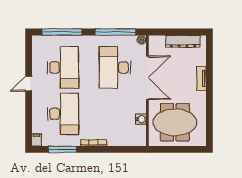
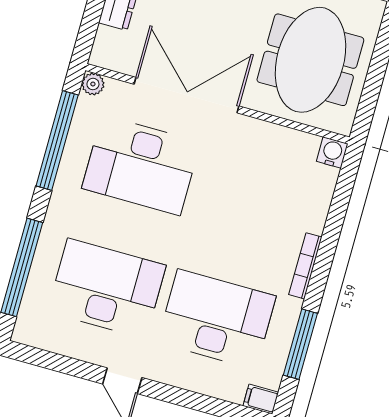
water cooler: (141, 119) -> (332, 153), moved

